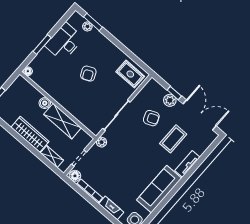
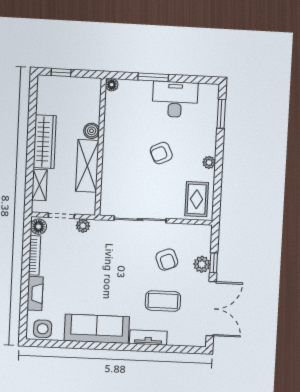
plant: (87, 26) -> (209, 162), moved
plant: (102, 142) -> (83, 226), moved

